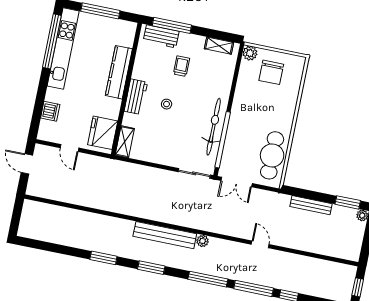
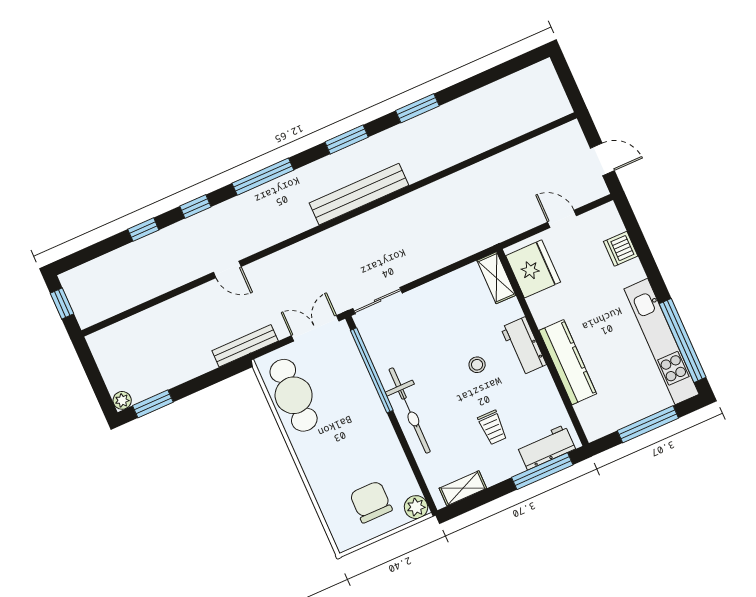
bicycle: (214, 127) -> (410, 411), moved
bench: (311, 205) -> (245, 346), moved
plant: (203, 241) -> (305, 221), removed
window: (254, 288) -> (195, 207), width x0.46

